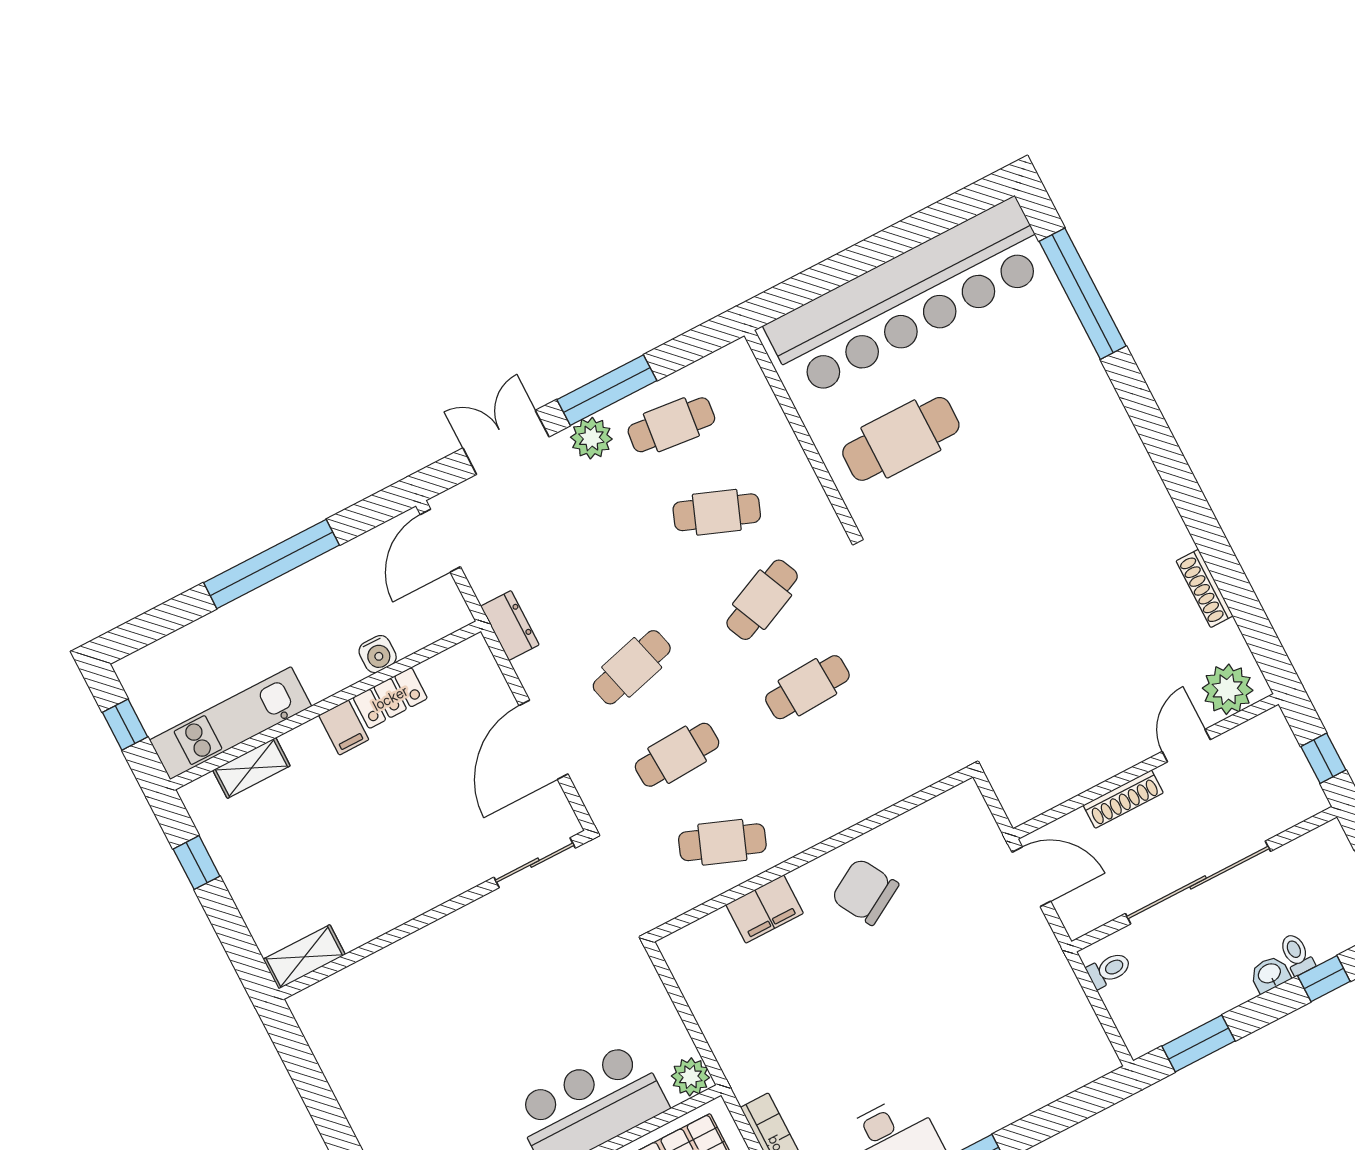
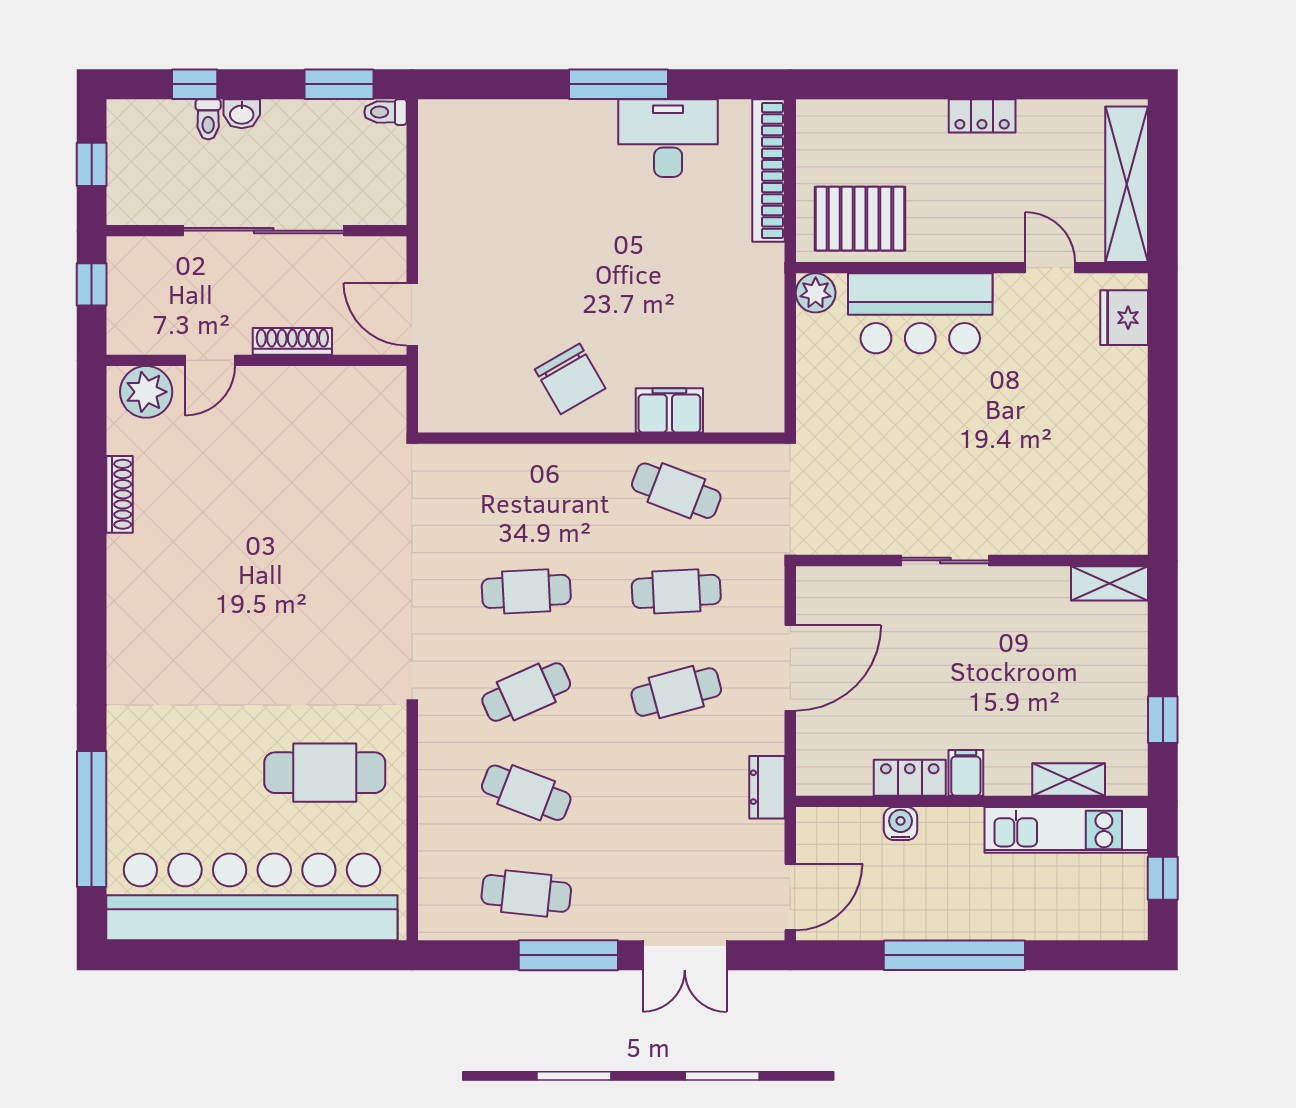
plant: (591, 438) -> (605, 919), removed
sliding door: (535, 863) -> (945, 560), moved
toilet: (1109, 970) -> (385, 112), moved

